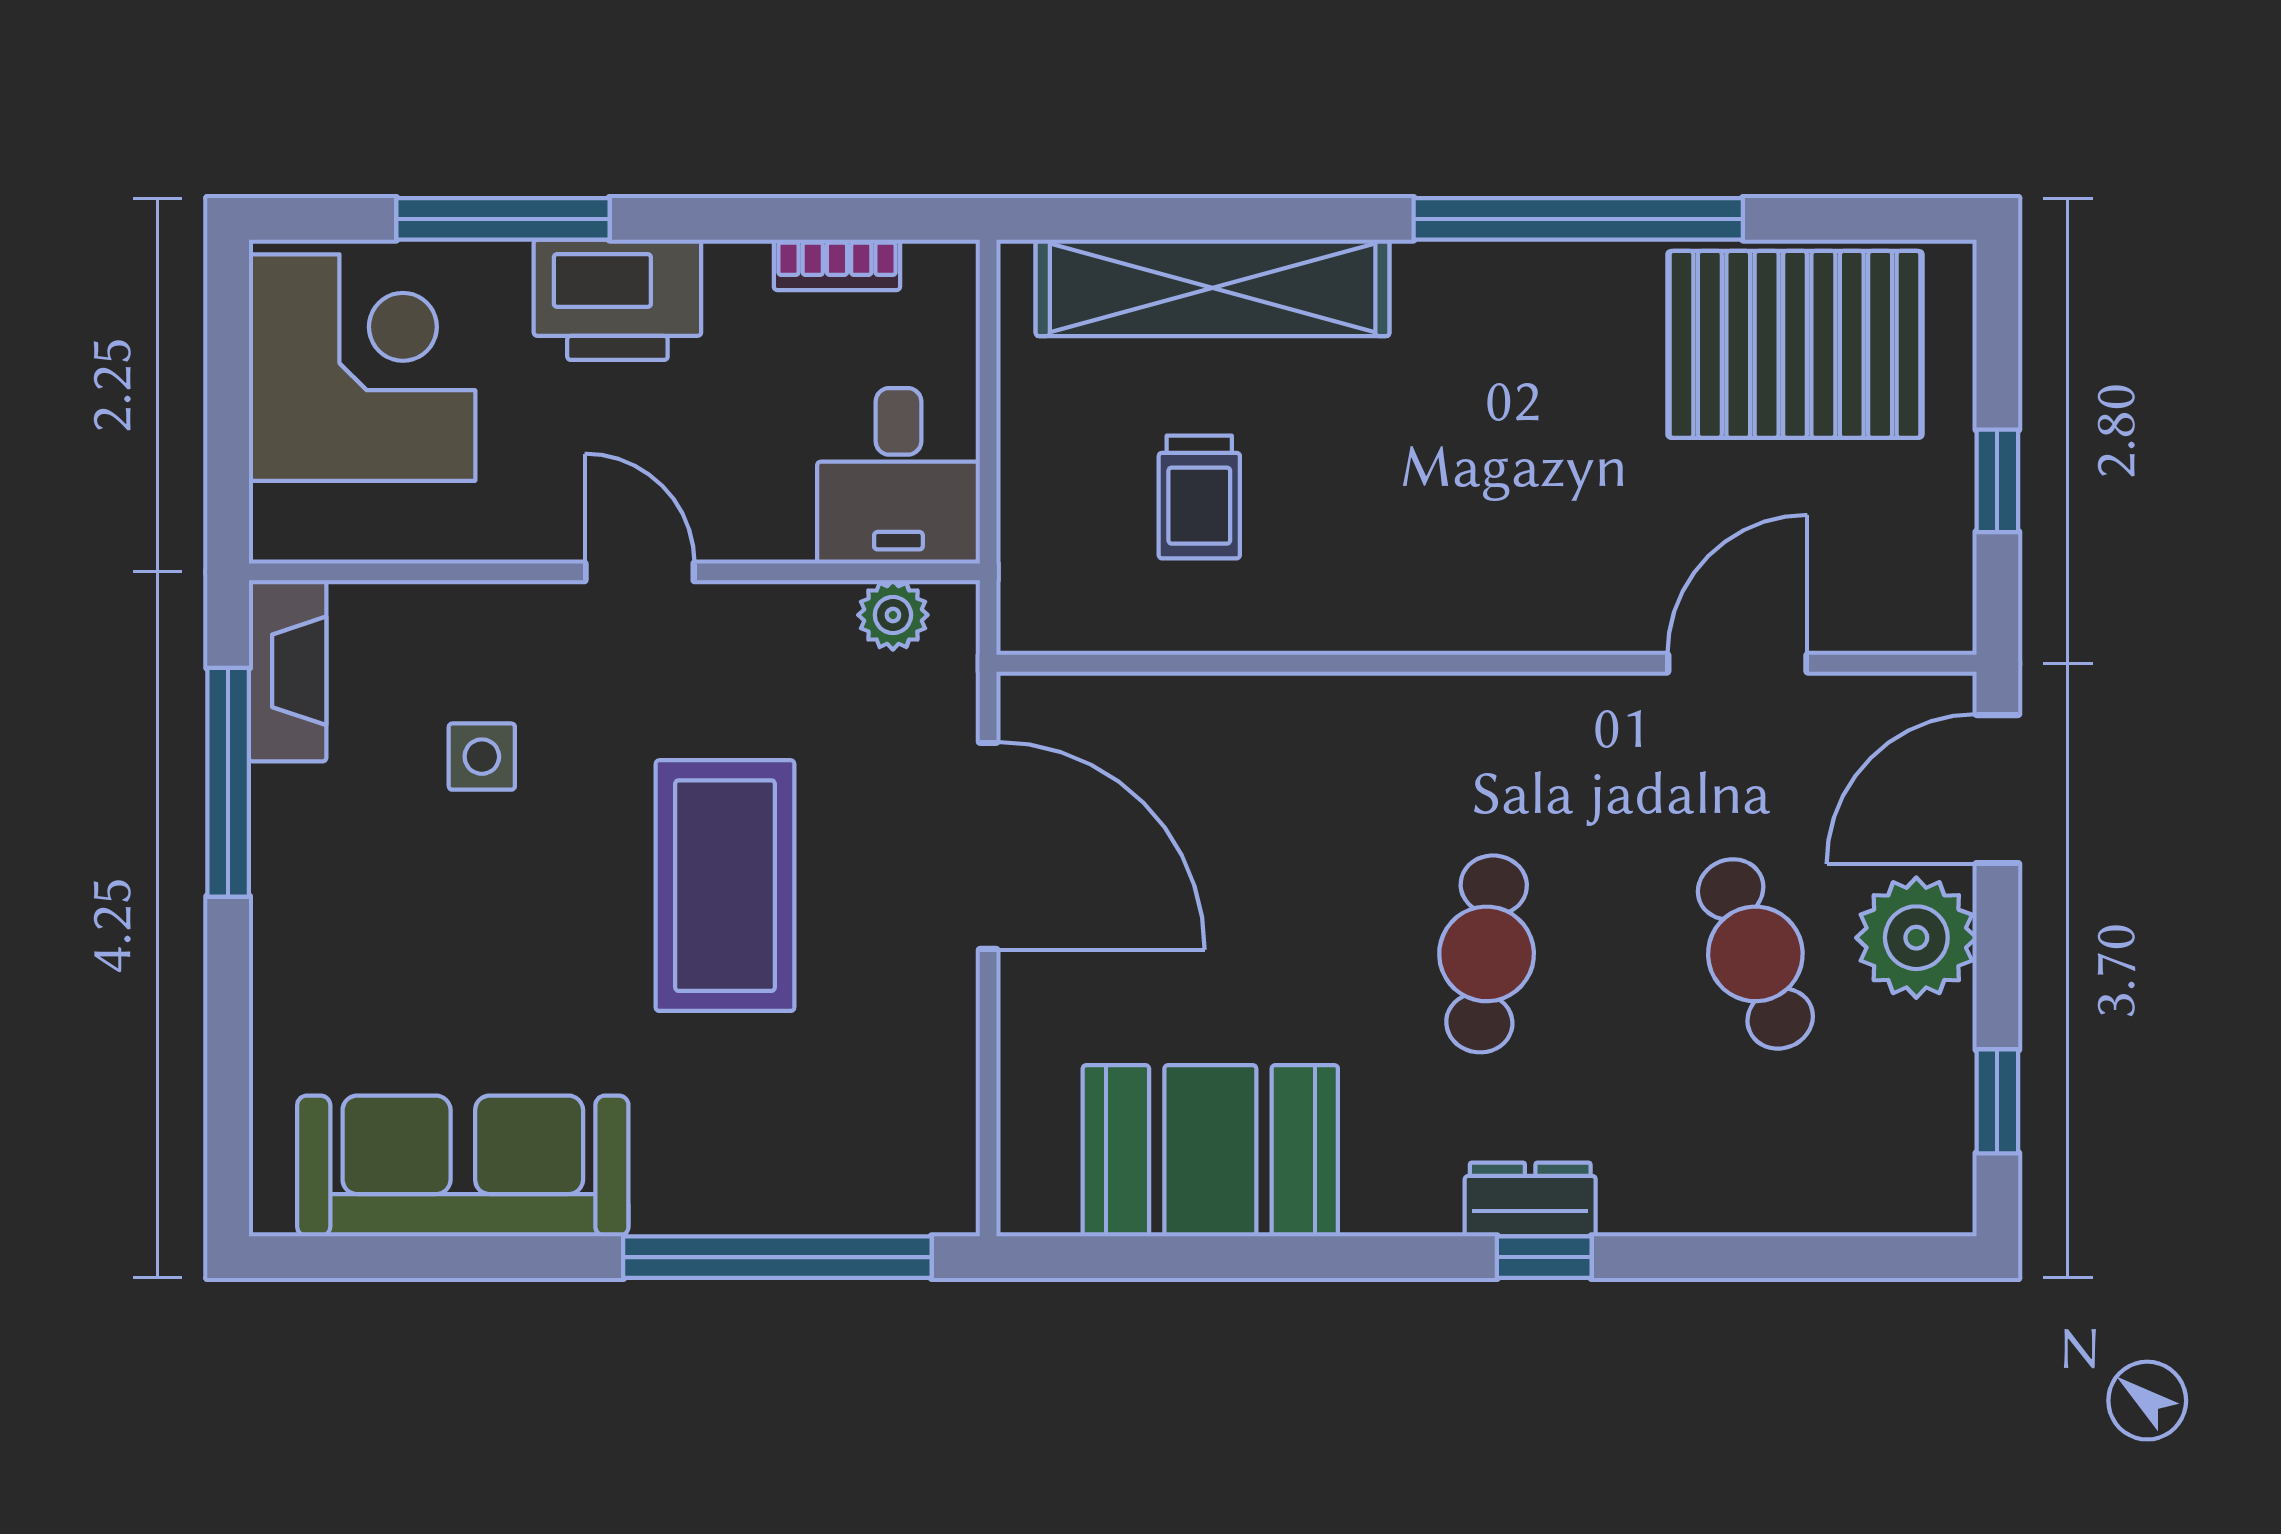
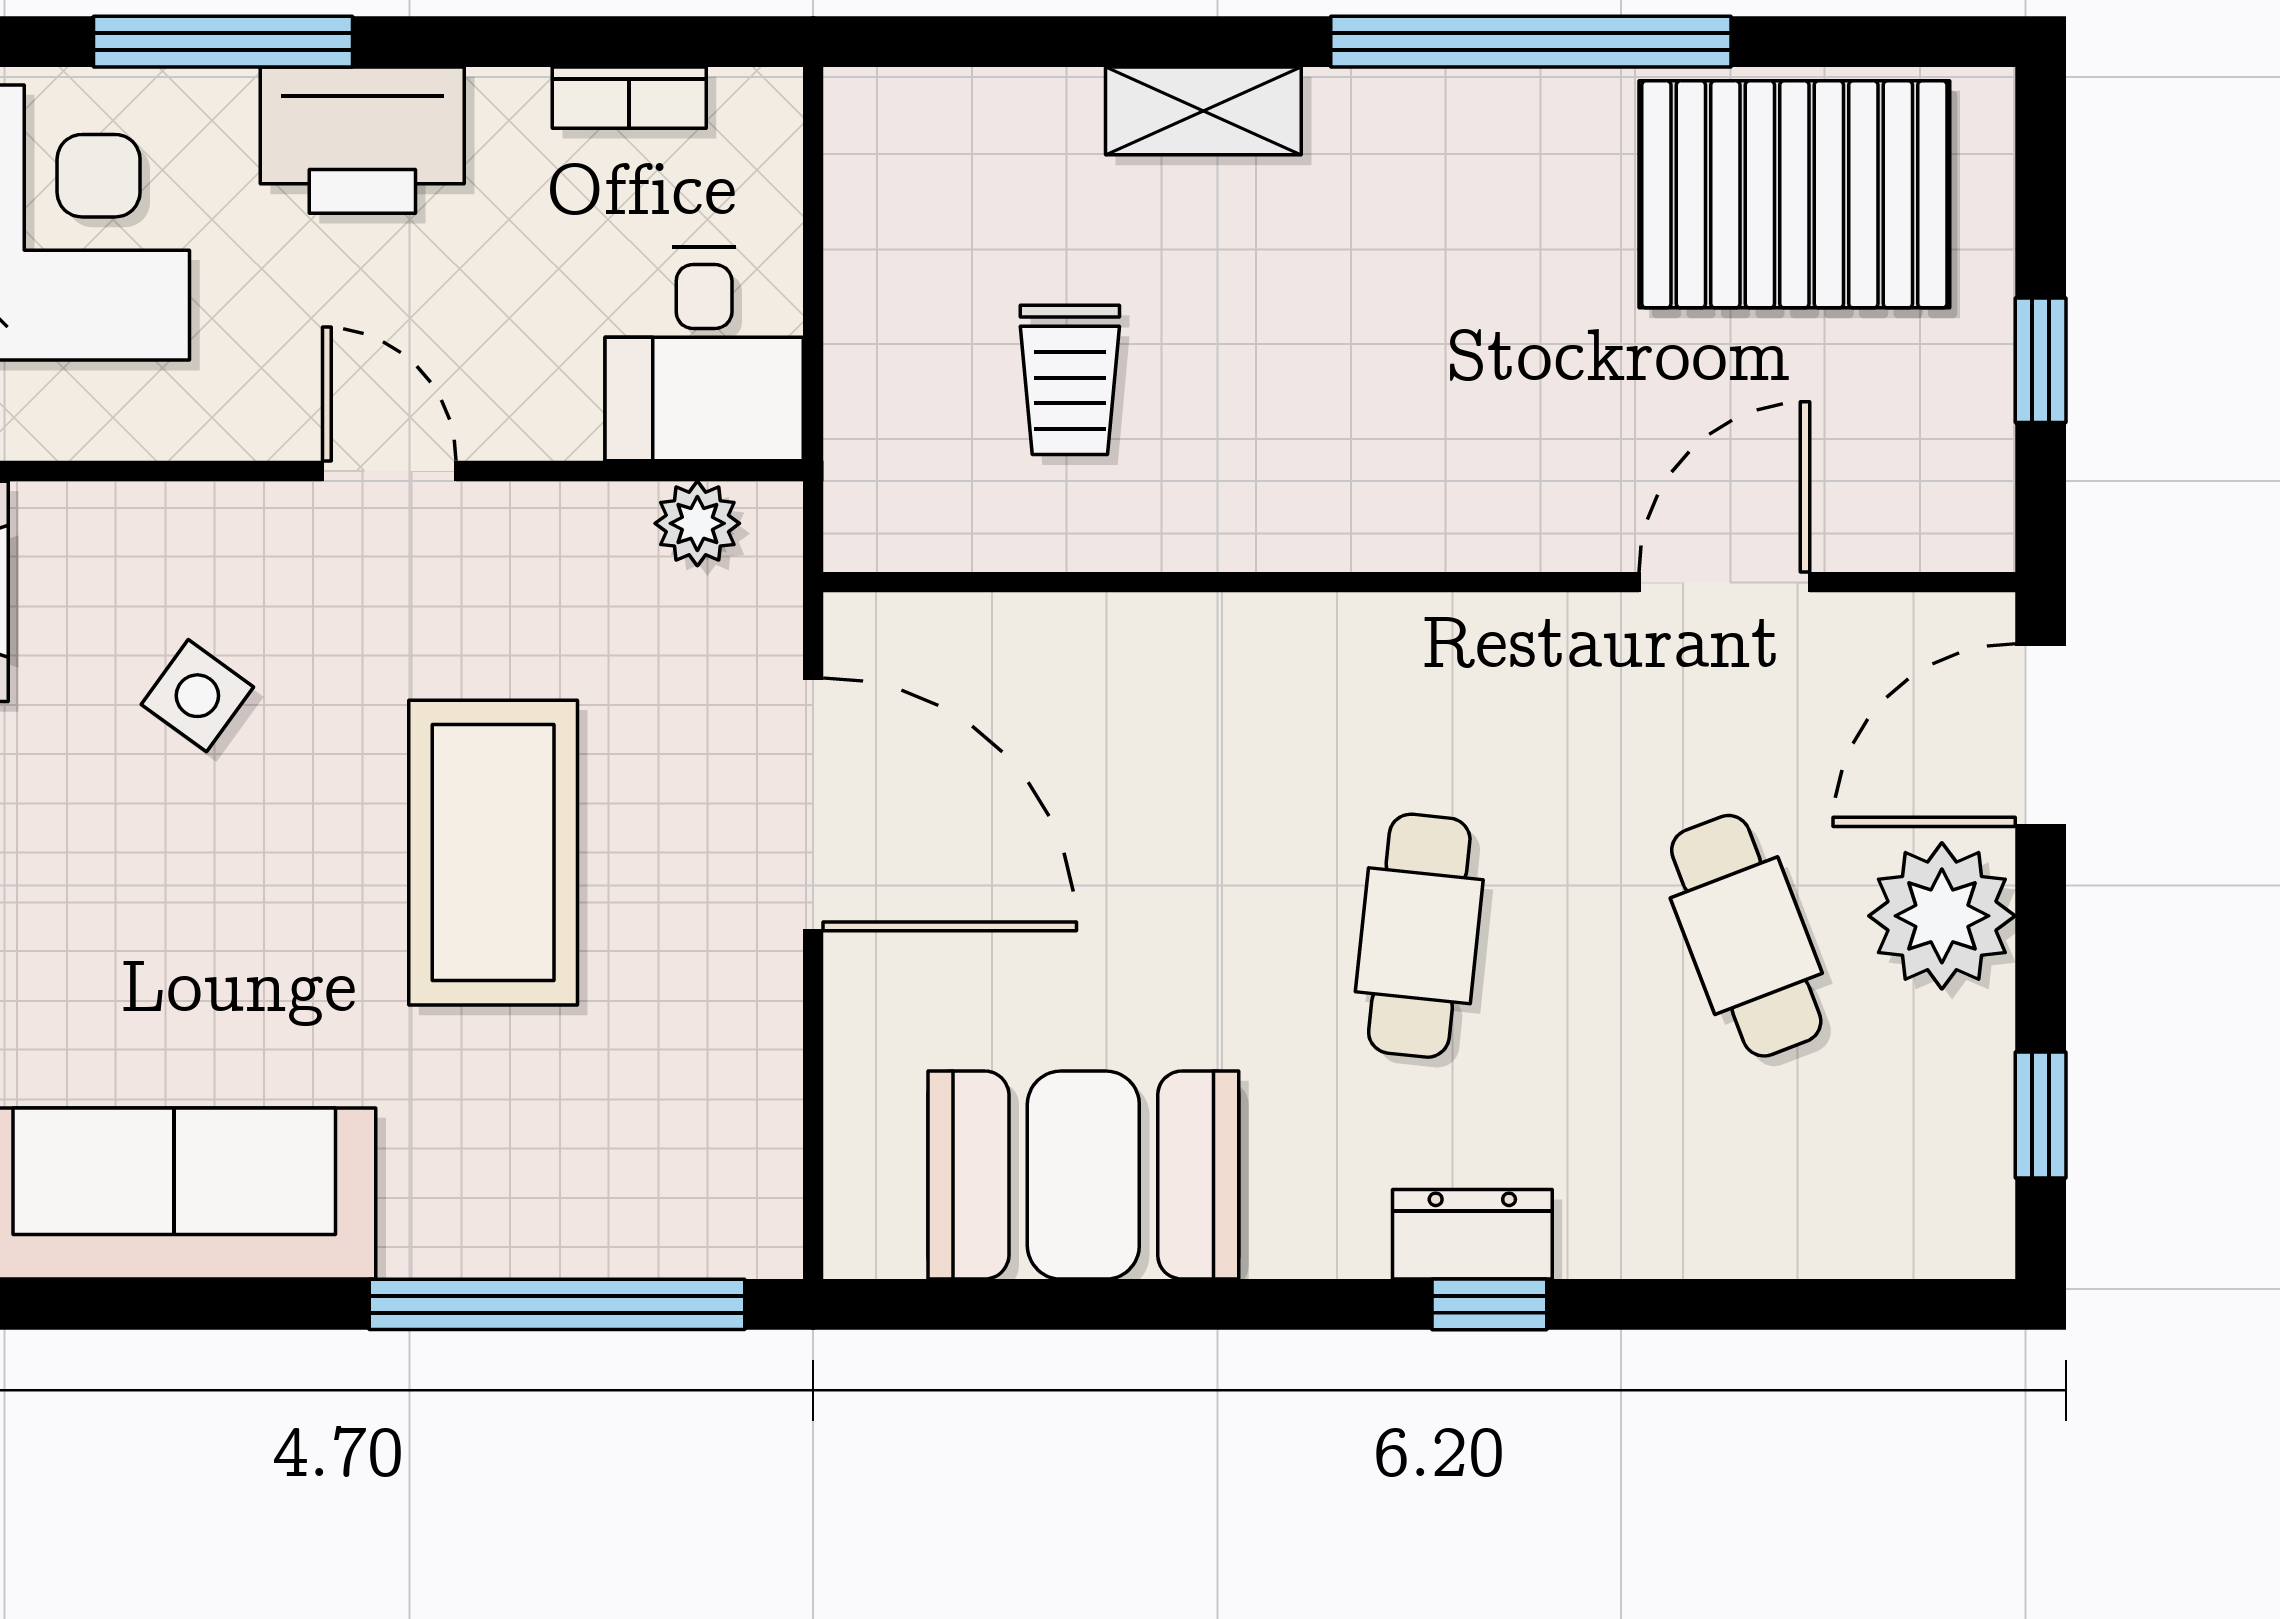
shelving: (1213, 288) -> (1203, 111), width x0.45, depth x0.75
side table: (482, 757) -> (197, 696), turned 36

